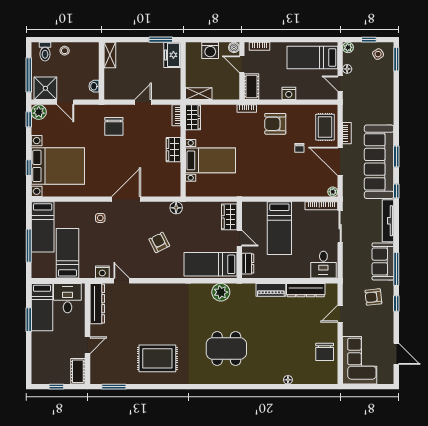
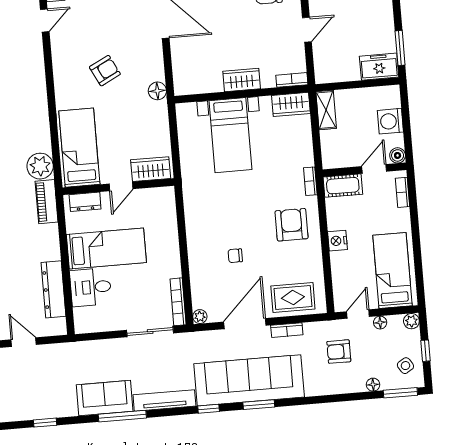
floor lamp: (389, 77) -> (373, 385), added
door: (143, 102) -> (307, 30), hinge flipped
chair: (299, 148) -> (235, 256), moved
bed: (279, 228) -> (106, 249), moved, turned 180
desk: (323, 265) -> (91, 287), moved
window: (396, 269) -> (122, 416), moved
piano: (271, 290) -> (47, 202), moved
armchair: (373, 297) -> (339, 352), moved, turned -84

